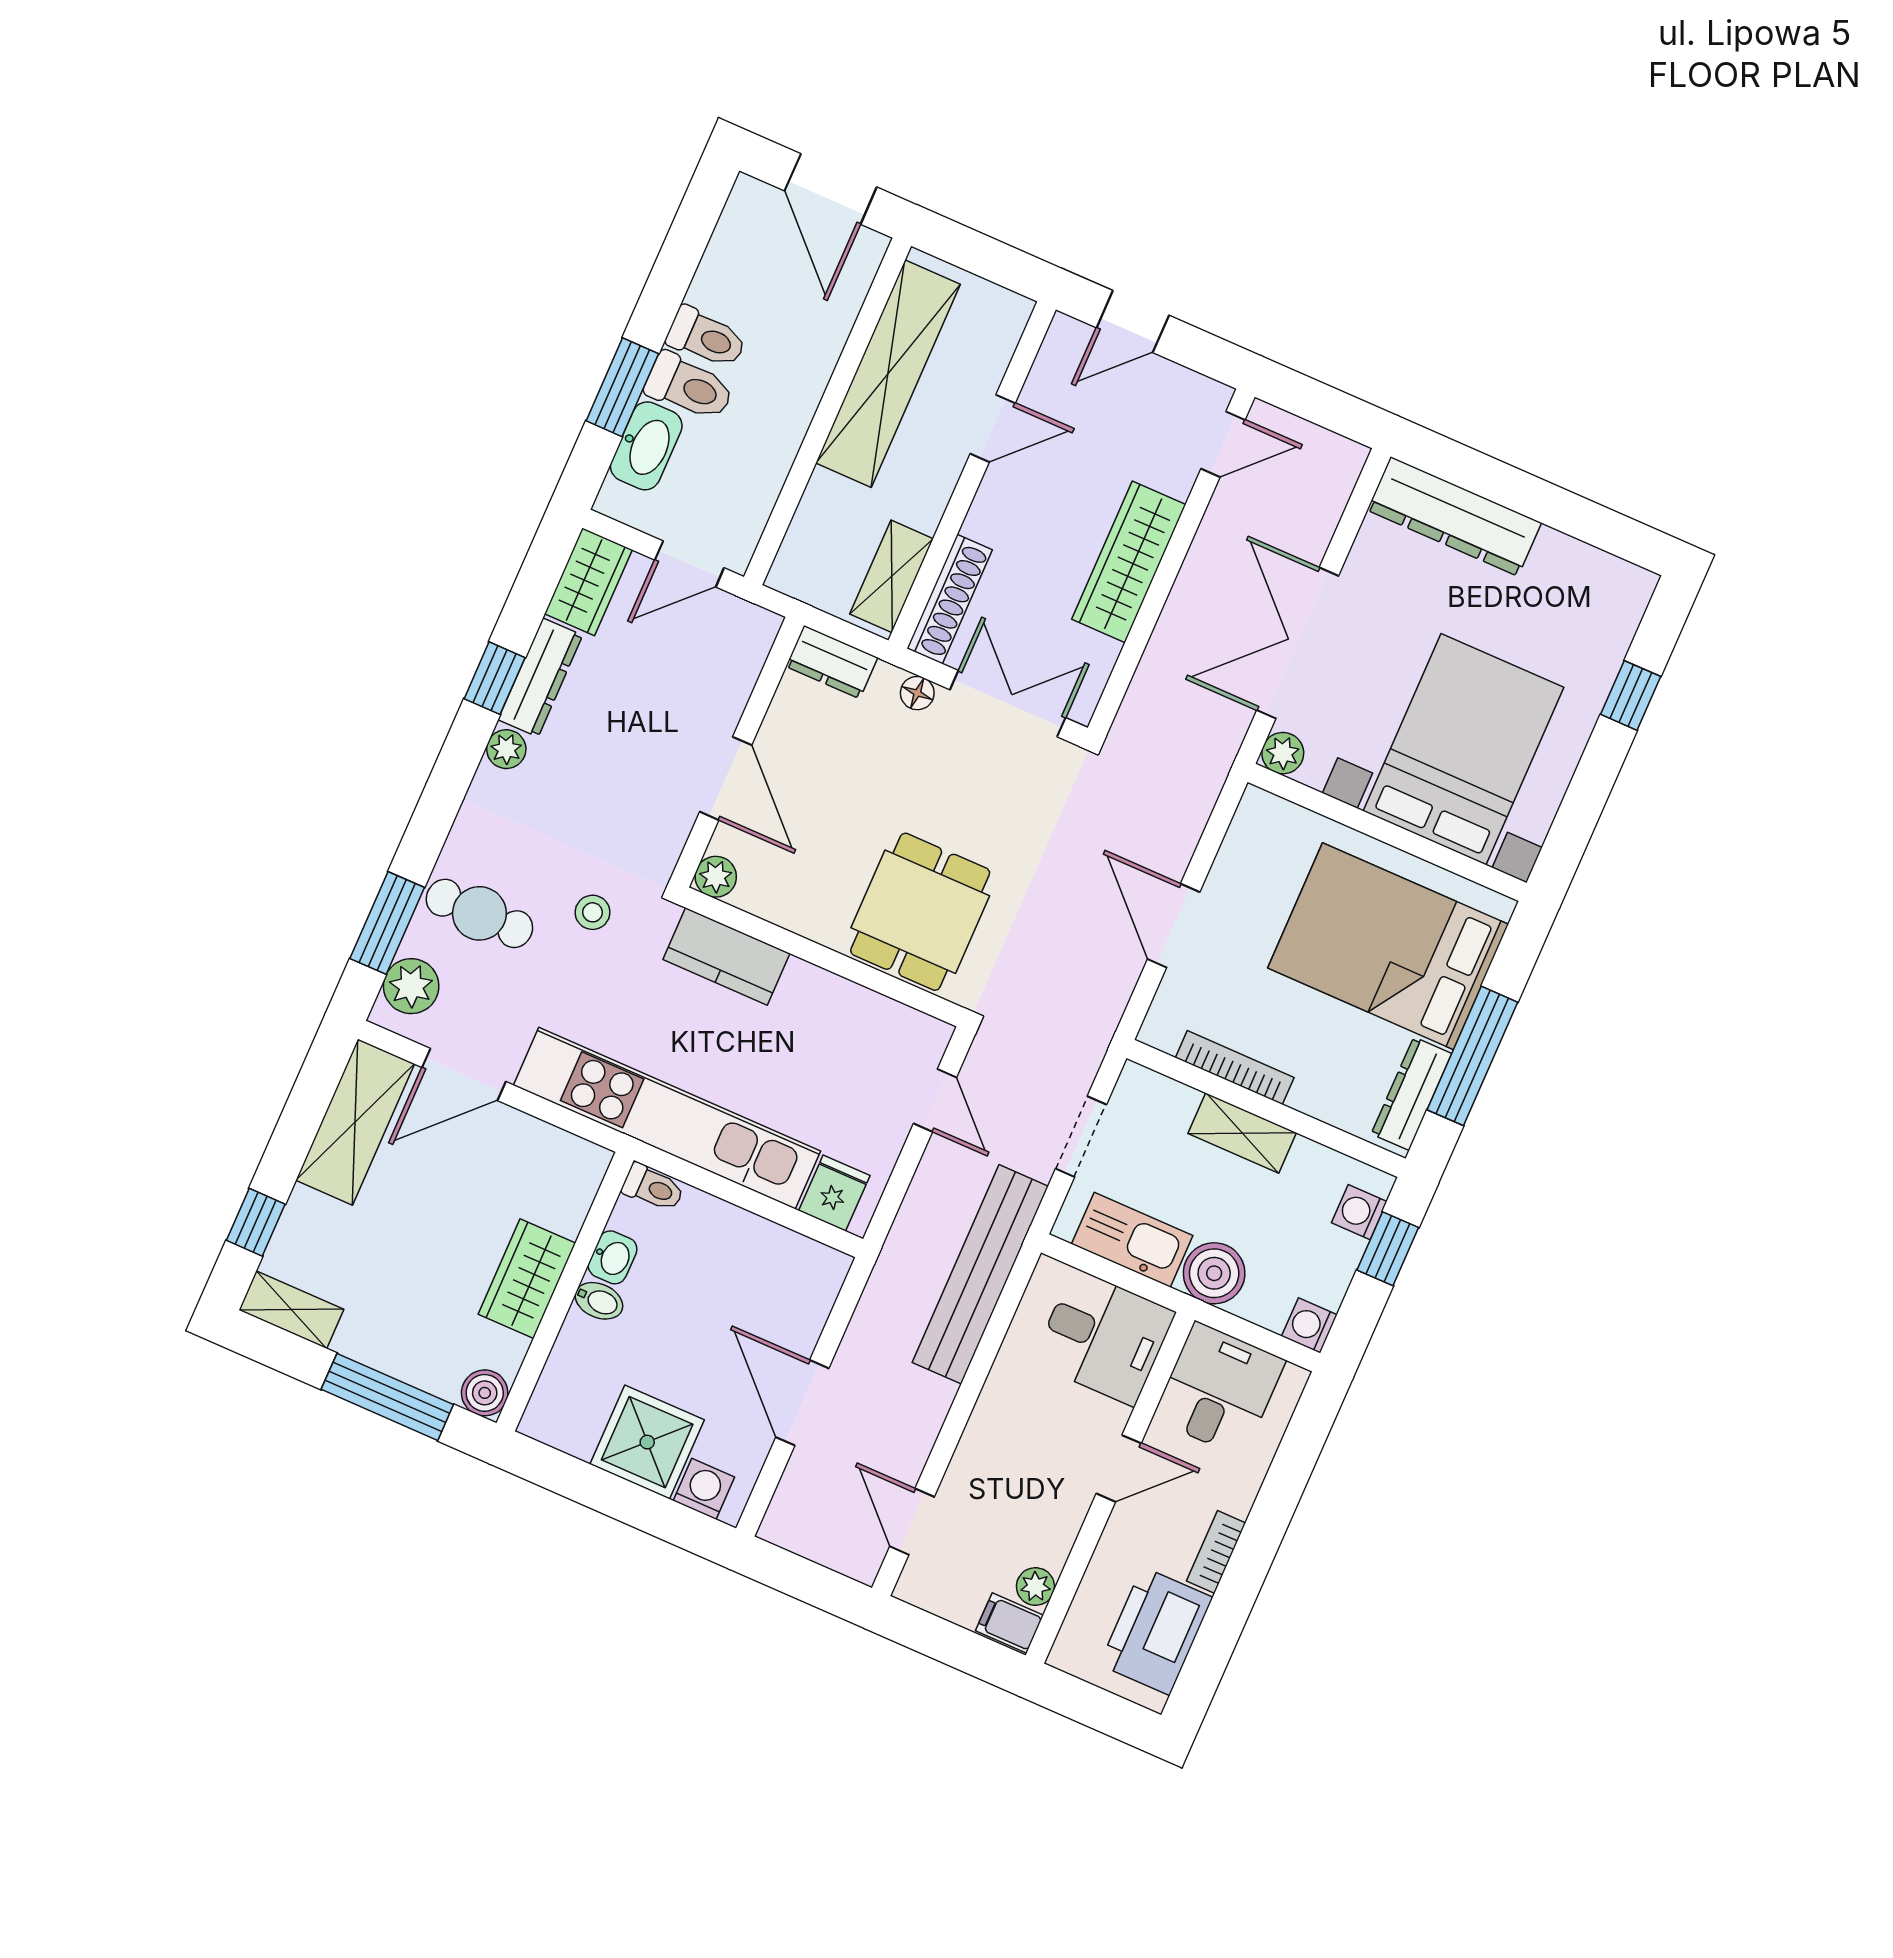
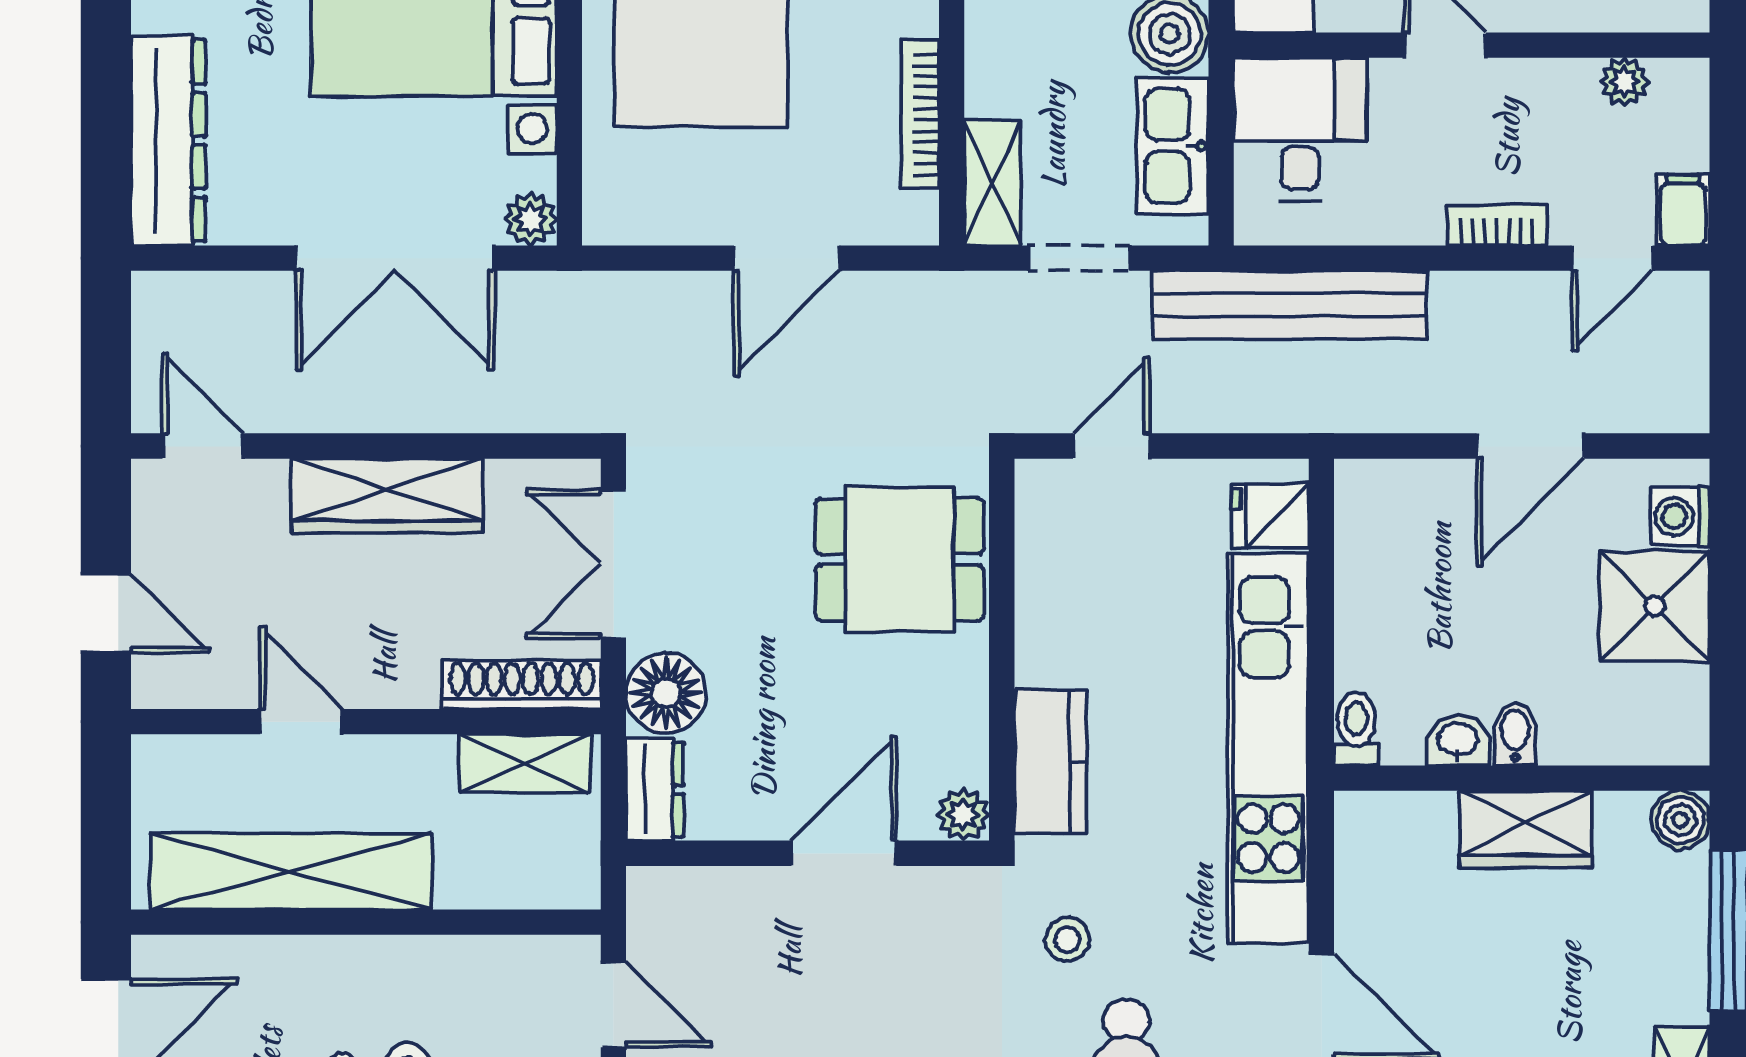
floor lamp: (917, 693) -> (666, 693), width x1.89, depth x1.89
shelving: (1242, 1133) -> (992, 183), moved
bookcase: (972, 1449) -> (1497, 226), added
filing cabinet: (1010, 1623) -> (1683, 210), moved, turned 180

